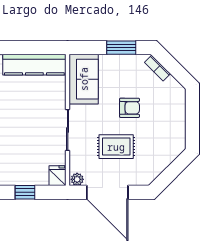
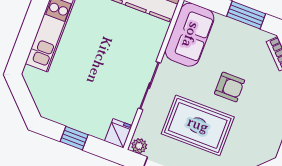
rug: (116, 147) -> (198, 125), width x1.36, depth x1.43

